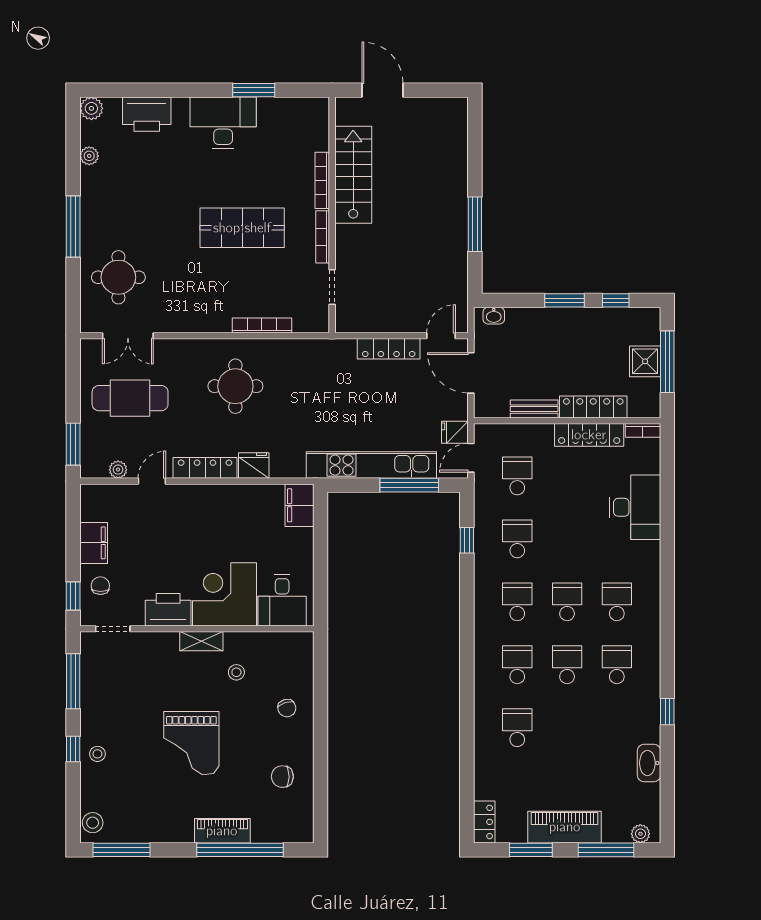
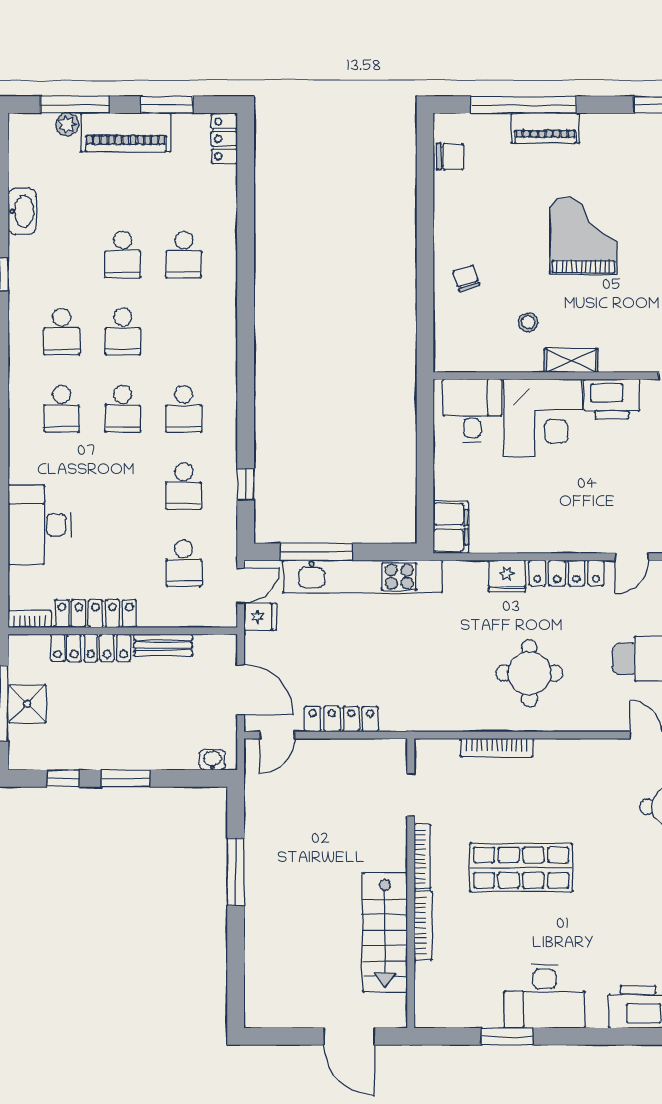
school desk: (517, 665) -> (123, 254), moved
chair: (282, 777) -> (450, 157), moved
plant: (640, 834) -> (67, 124), moved

